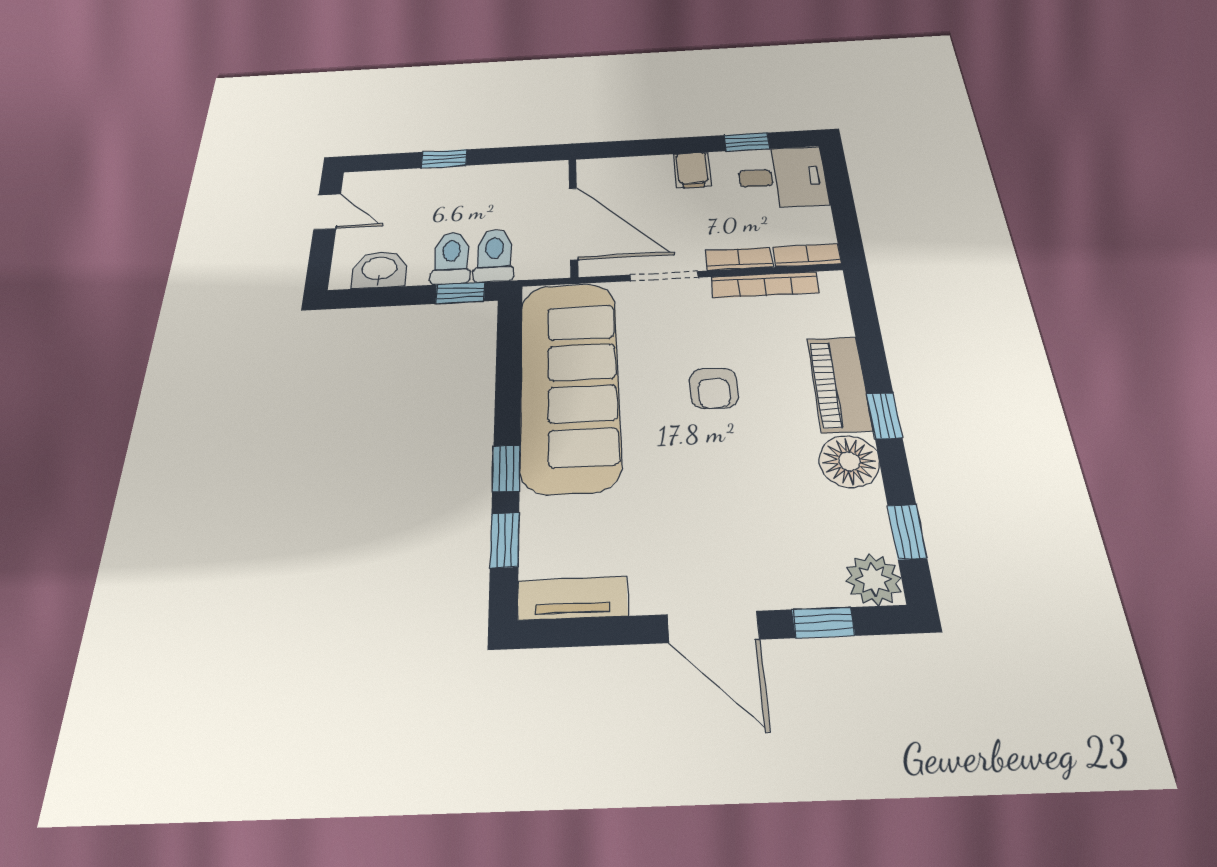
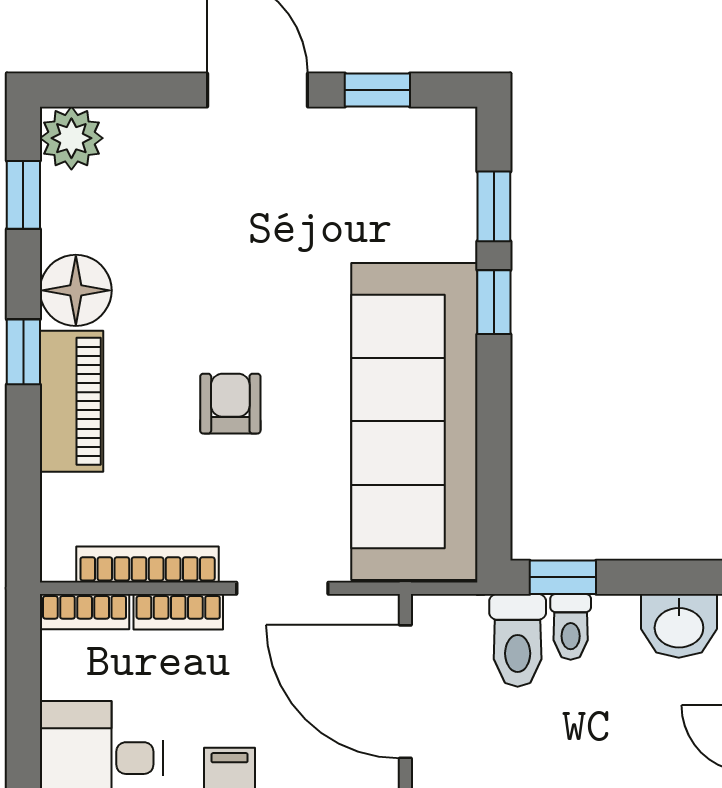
toilet: (451, 258) -> (571, 627), width x0.73, depth x0.72
tv unit: (572, 598) -> (415, 131), removed
window: (823, 622) -> (377, 90), moved

